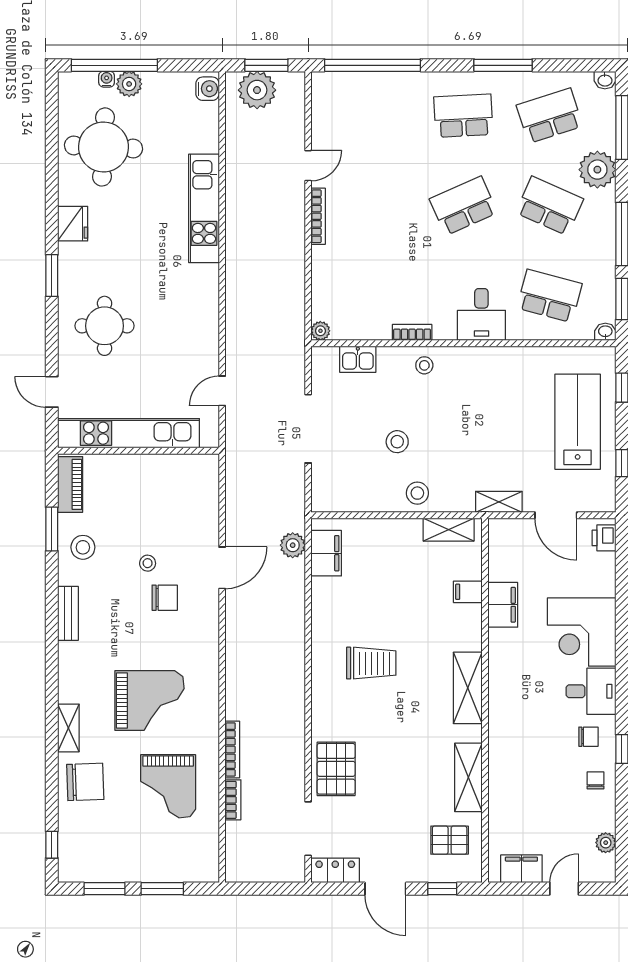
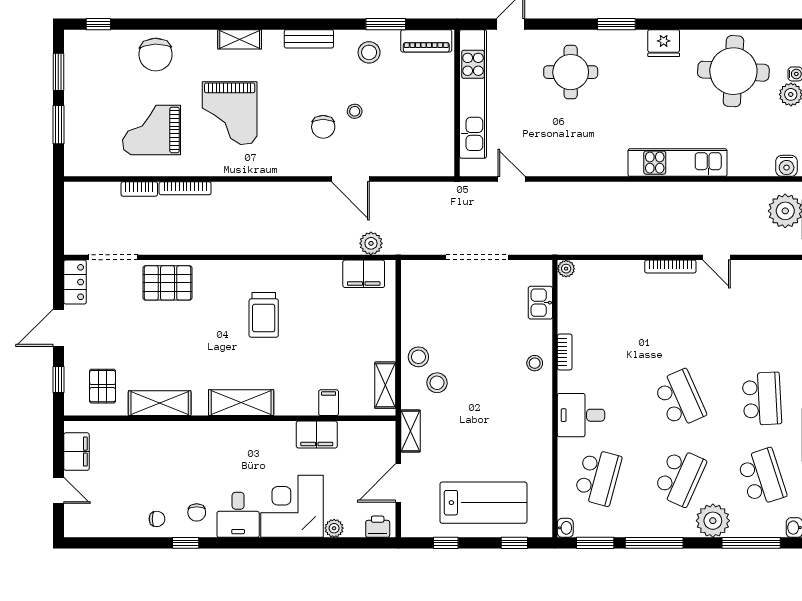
stool: (397, 442) -> (437, 383), moved
shelving: (68, 728) -> (240, 39), moved
plant: (606, 843) -> (334, 528), moved

